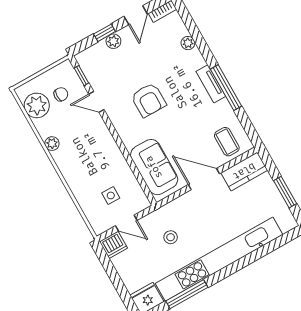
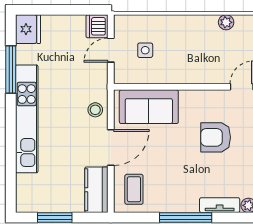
tv unit: (211, 84) -> (220, 205), moved
coffee table: (227, 142) -> (134, 189), turned 90
stool: (171, 237) -> (95, 110), moved
kitchen unit: (219, 259) -> (27, 119), width x0.73

